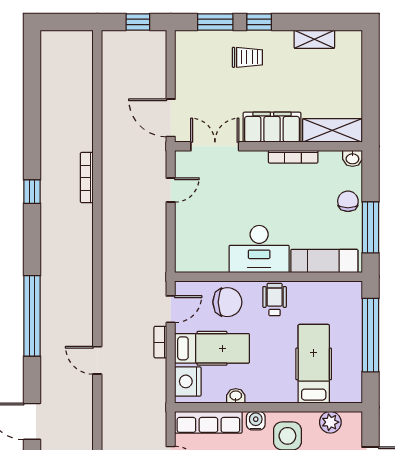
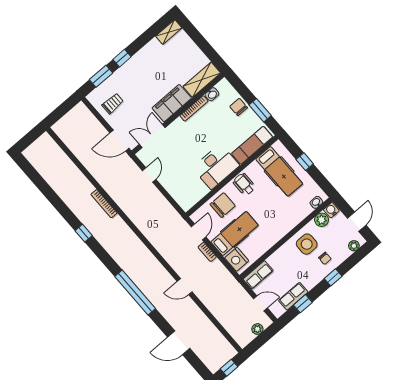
window: (138, 22) -> (64, 108), removed
shelving: (314, 39) -> (169, 32), moved
trolley: (247, 57) -> (113, 104), moved
washbasin: (352, 158) -> (212, 94), moved
window: (370, 227) -> (260, 110), width x0.69
window: (370, 335) -> (305, 162), width x0.32
hospital bed: (314, 364) -> (279, 171), moved, turned 180
washbasin: (236, 396) -> (316, 202), moved
water cooler: (256, 421) -> (331, 210), moved
row of seats: (208, 422) -> (258, 275), width x0.68

